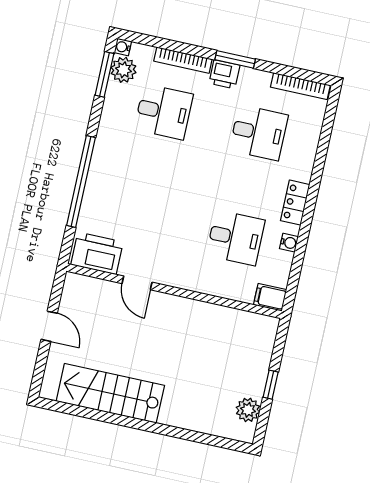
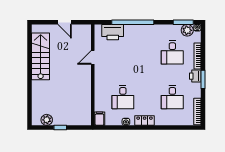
printer: (97, 253) -> (113, 32), moved, turned 90
door: (49, 326) -> (65, 22), hinge flipped

